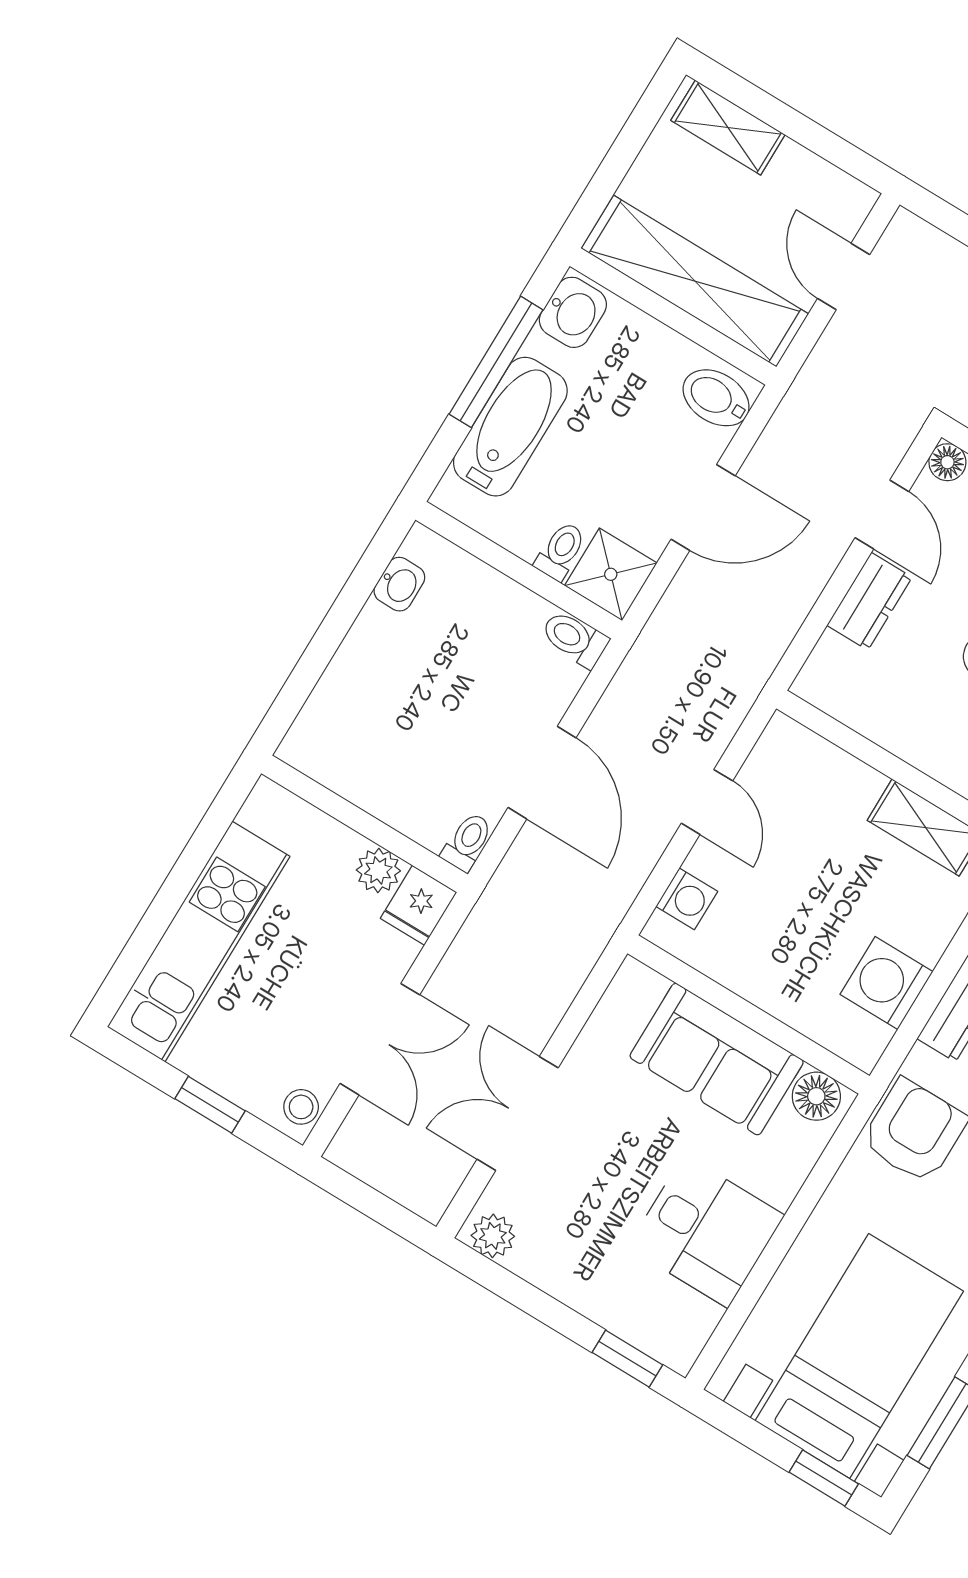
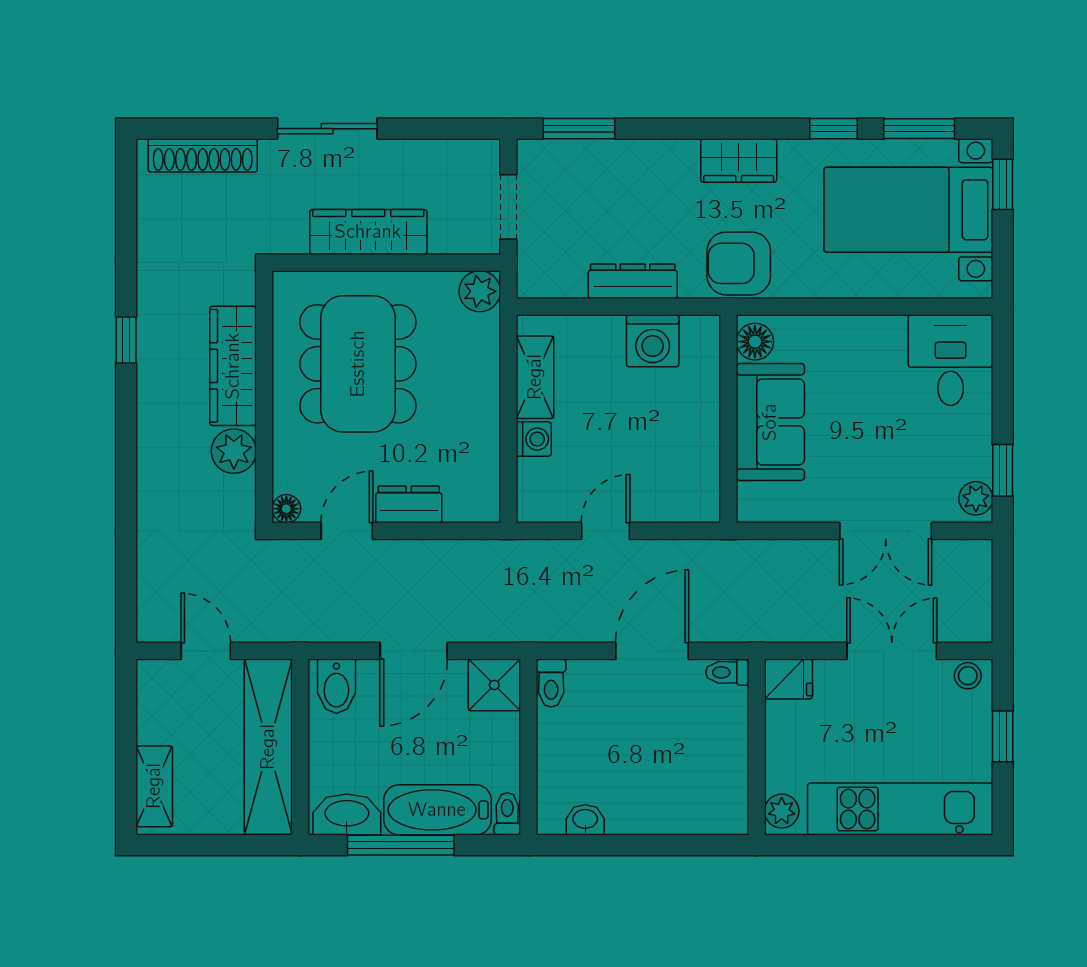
door: (844, 277) -> (206, 651), swing flipped
washbasin: (573, 312) -> (347, 814), width x1.38
door: (703, 508) -> (414, 651), swing flipped
toilet: (561, 551) -> (507, 814), moved, turned 90
plant: (378, 870) -> (782, 811), moved
washing machine: (687, 899) -> (534, 439), moved, turned 90
desk: (706, 1231) -> (951, 360), moved
window: (627, 1359) -> (1003, 470), moved

